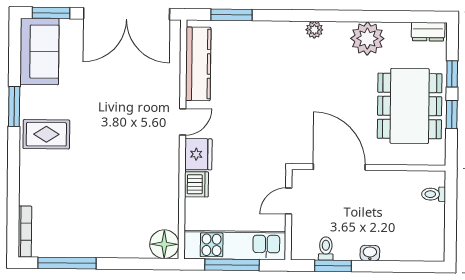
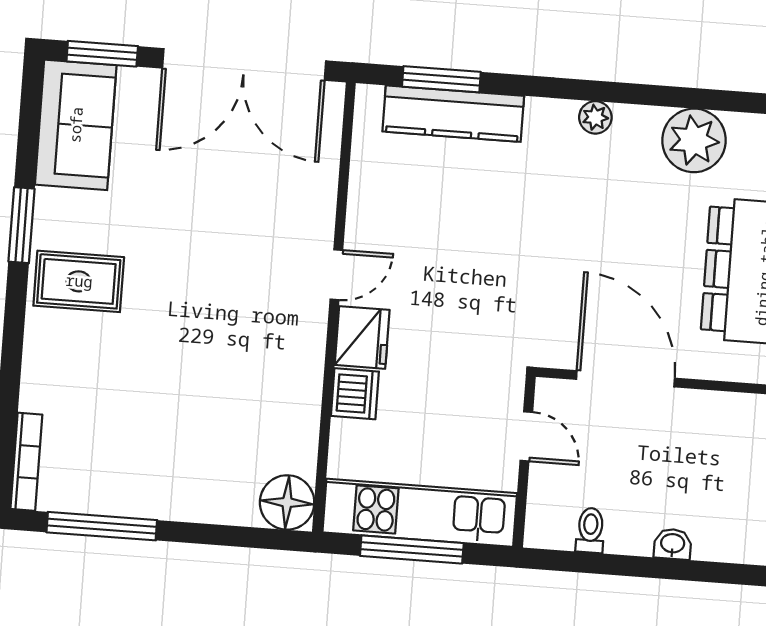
kitchen counter: (198, 64) -> (453, 114), moved, turned 90
door: (289, 201) -> (526, 436), swing flipped
window: (333, 266) -> (602, 564), removed

